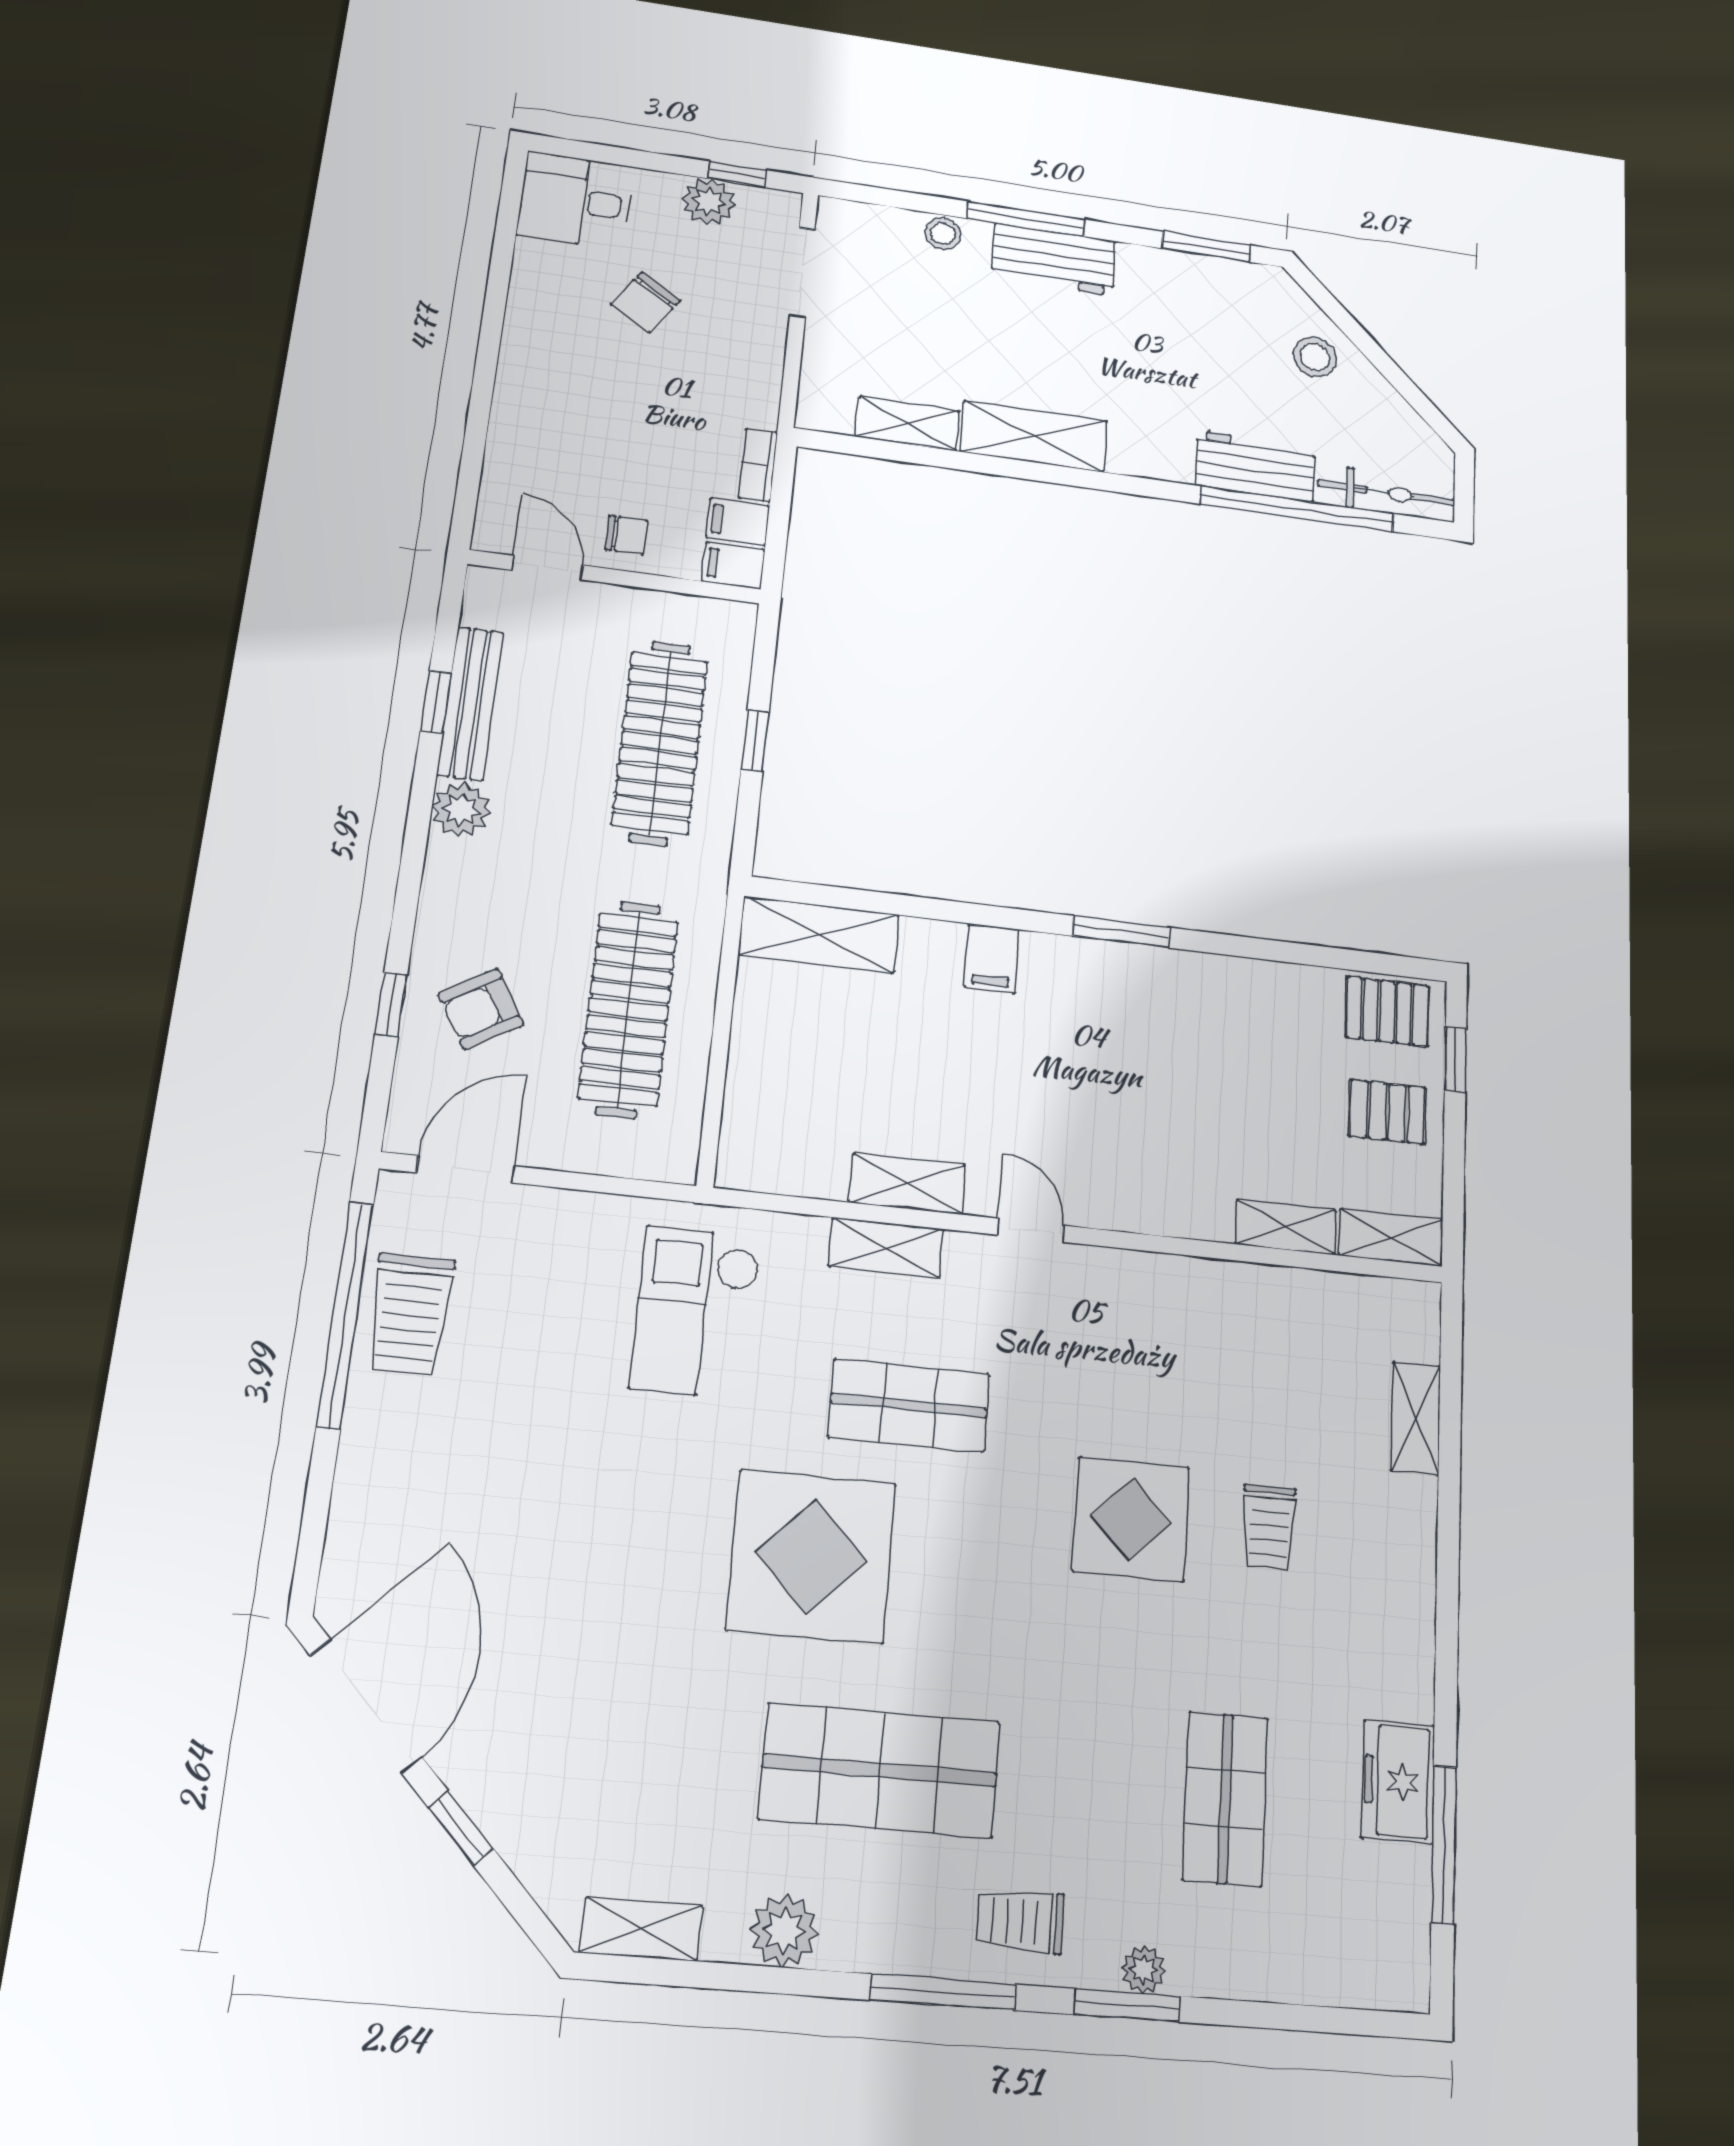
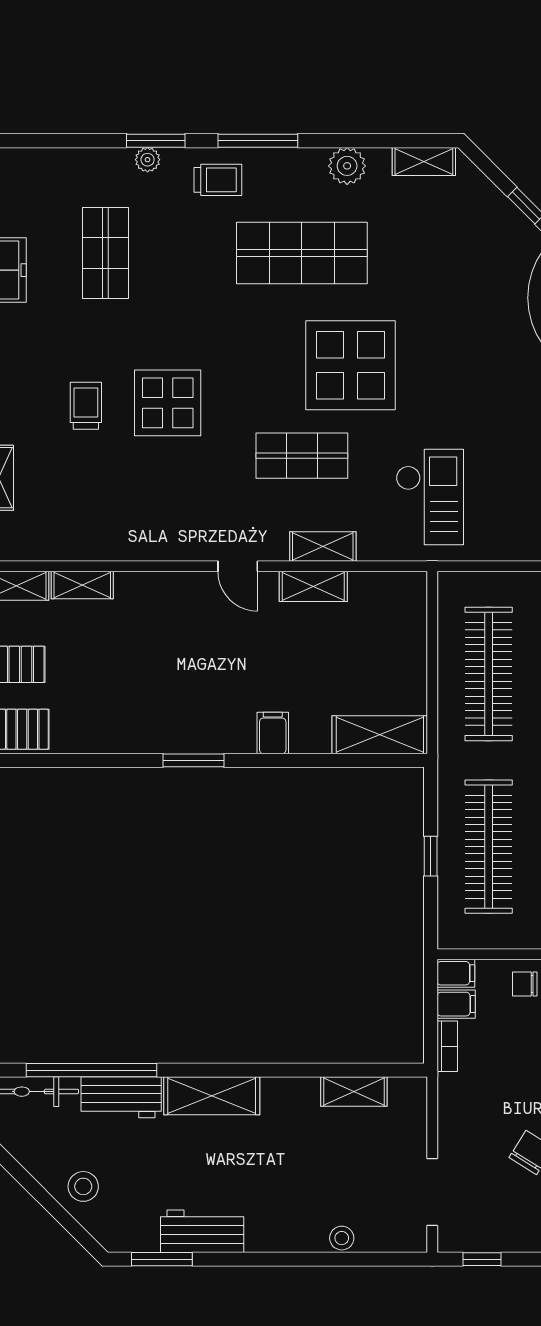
plant: (709, 202) -> (499, 1235), removed
window: (1026, 219) -> (286, 1259), removed
workbench: (1054, 259) -> (202, 1231), moved
shelving: (1034, 436) -> (212, 1096), moved

